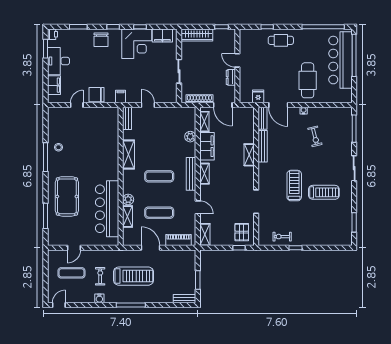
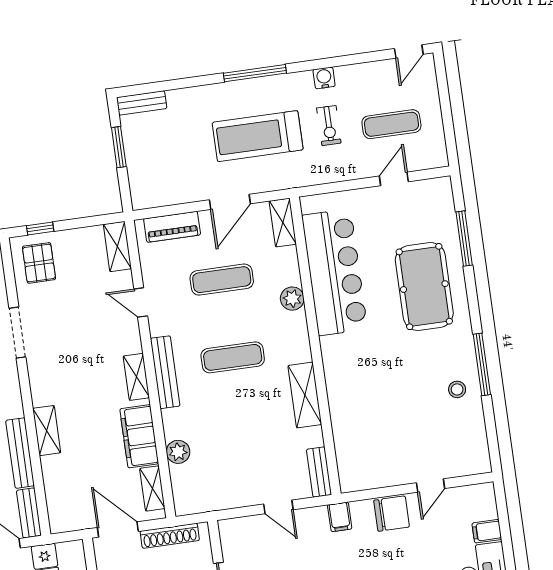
filing cabinet: (54, 85) -> (487, 531), width x0.50
shelving: (128, 217) -> (283, 223), moved
door: (150, 248) -> (230, 202), hinge flipped

